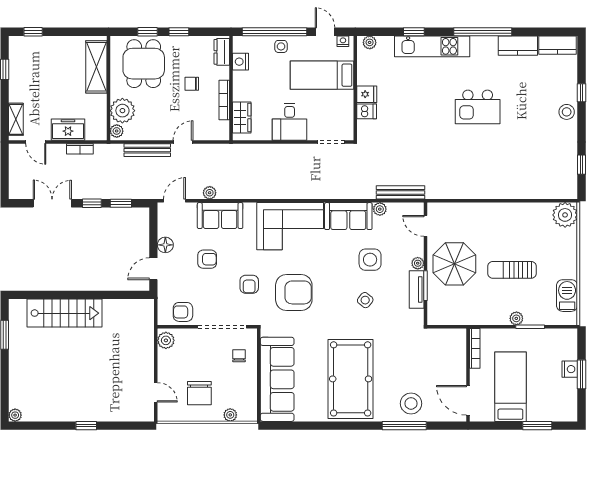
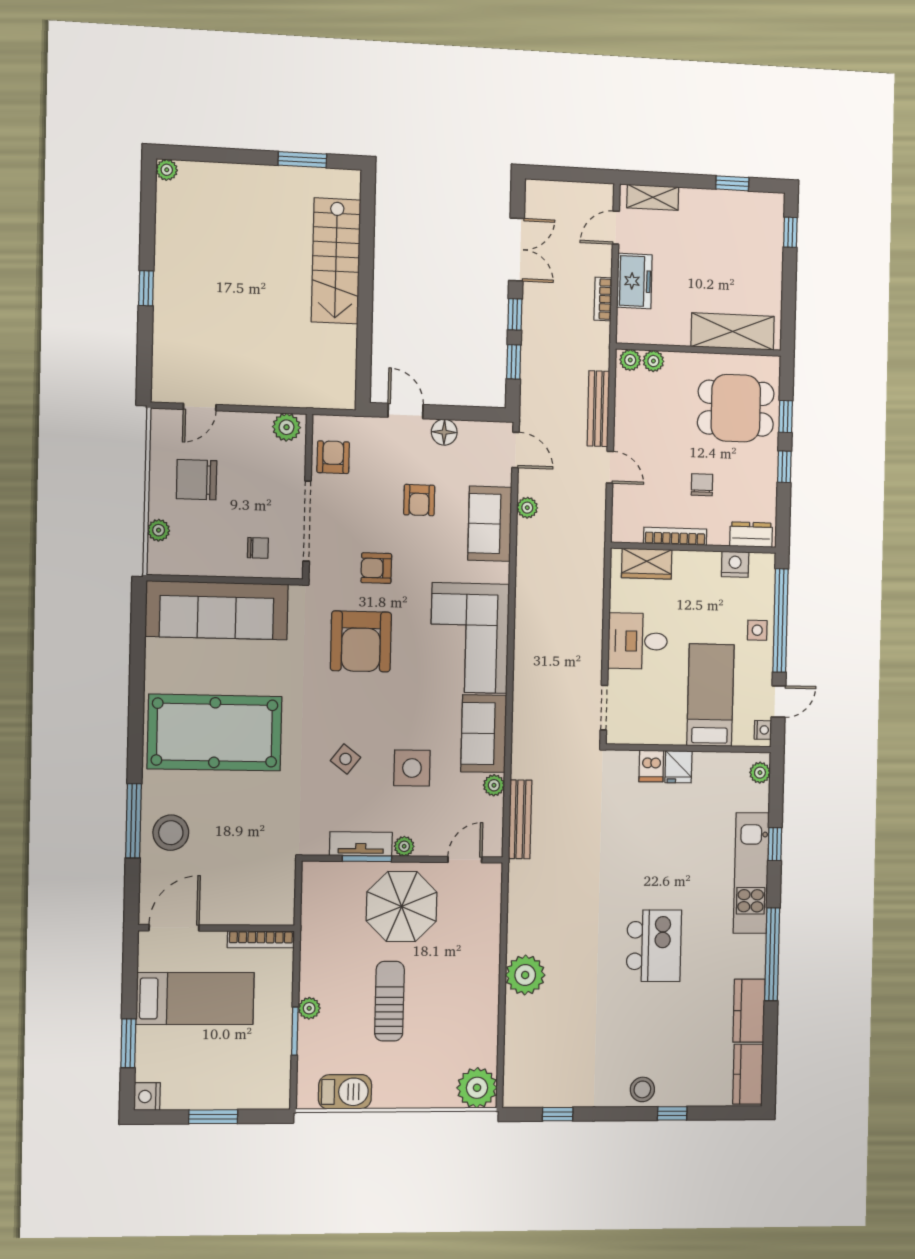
kitchen island: (478, 107) -> (654, 946), turned 180
plant: (122, 111) -> (653, 361), width x0.53, depth x0.53
plant: (496, 187) -> (525, 975), added
nightstand: (570, 369) -> (147, 1096), moved, turned 90

